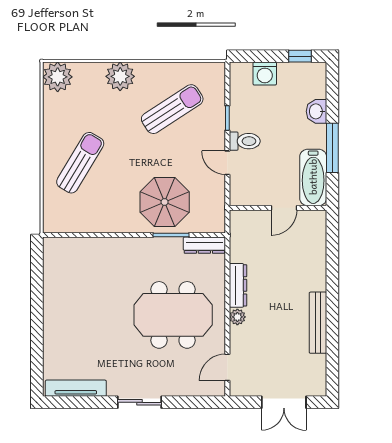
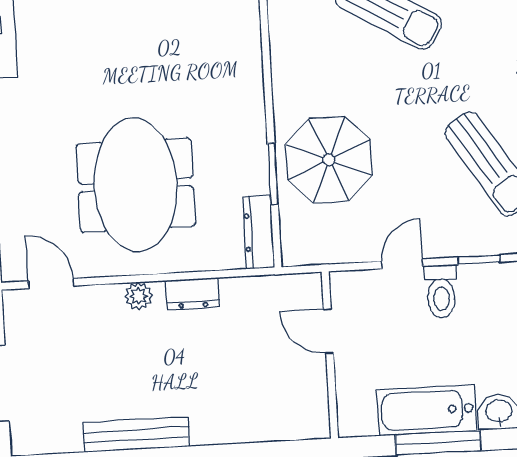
bathtub: (313, 177) -> (427, 410), moved
door: (284, 208) -> (328, 331), moved
dresser: (238, 285) -> (193, 294), width x0.70

